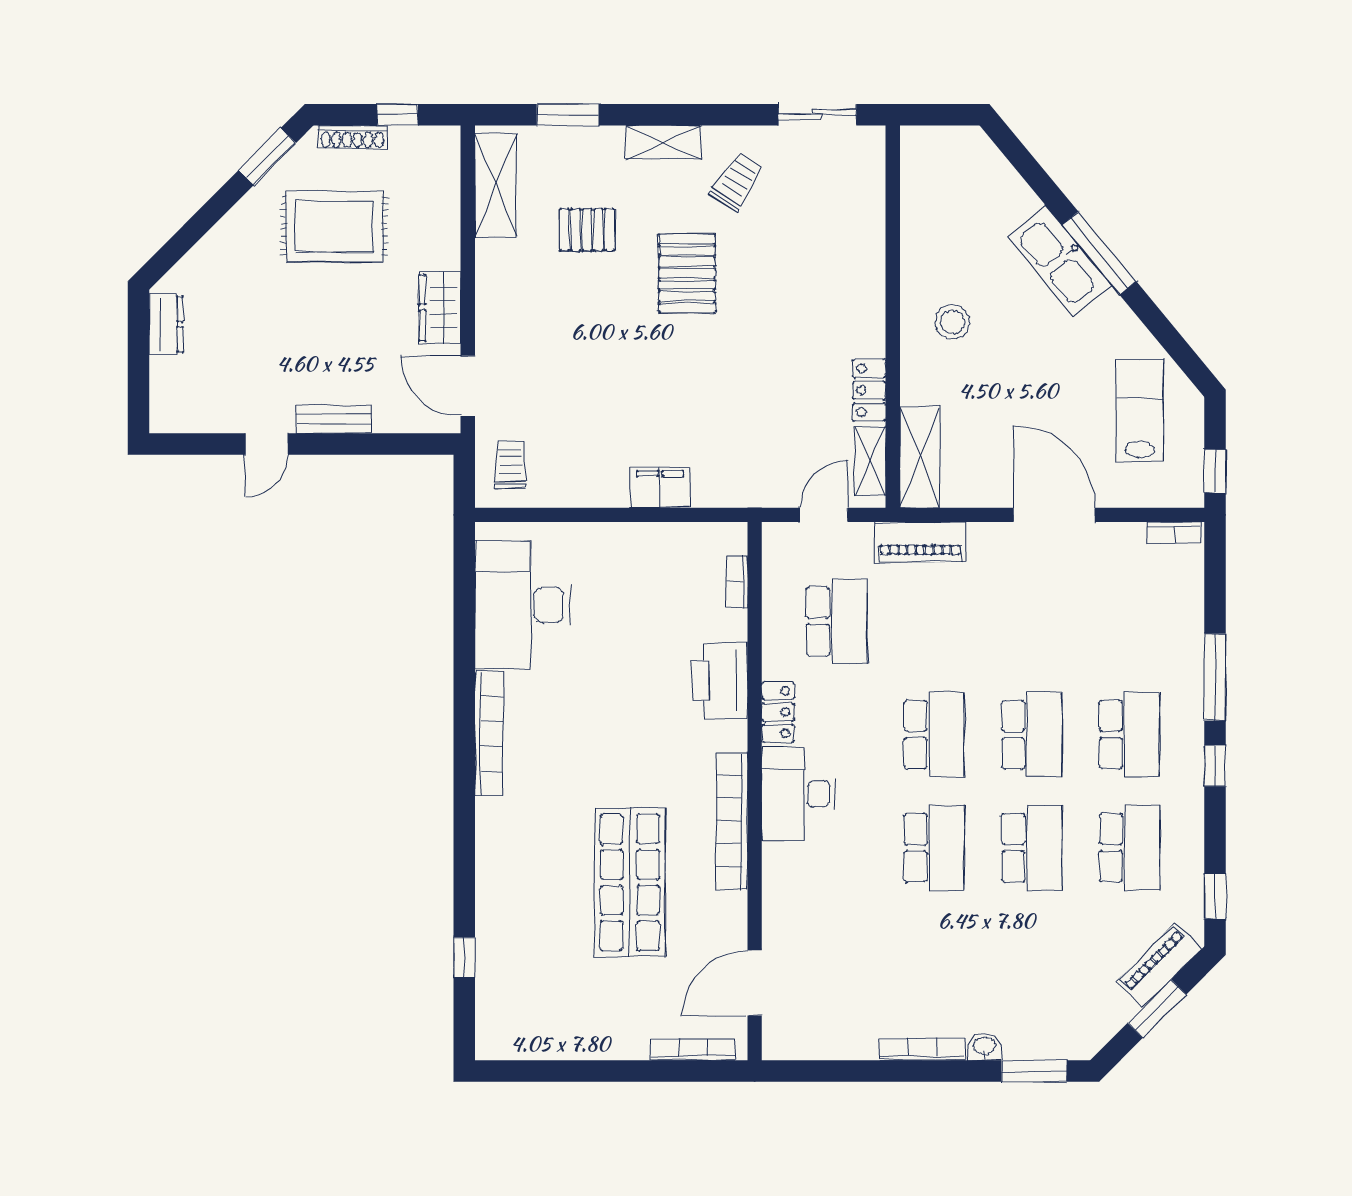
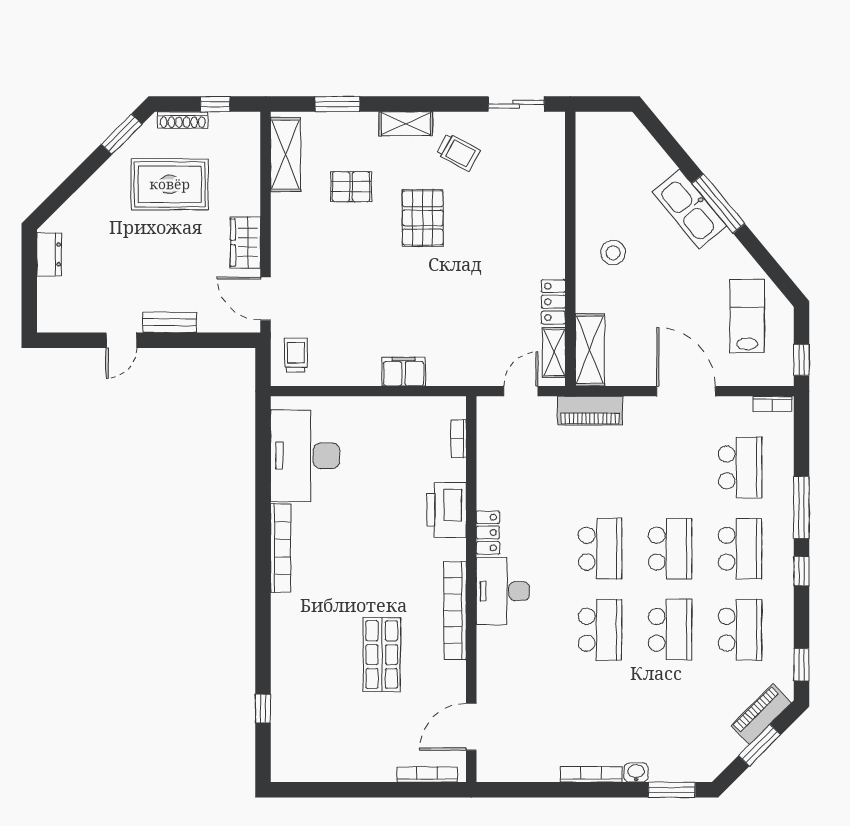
trolley: (736, 182) -> (458, 152), turned 85
school desk: (837, 621) -> (740, 467), moved
shop shelf: (630, 882) -> (382, 655), width x0.70, depth x0.74

